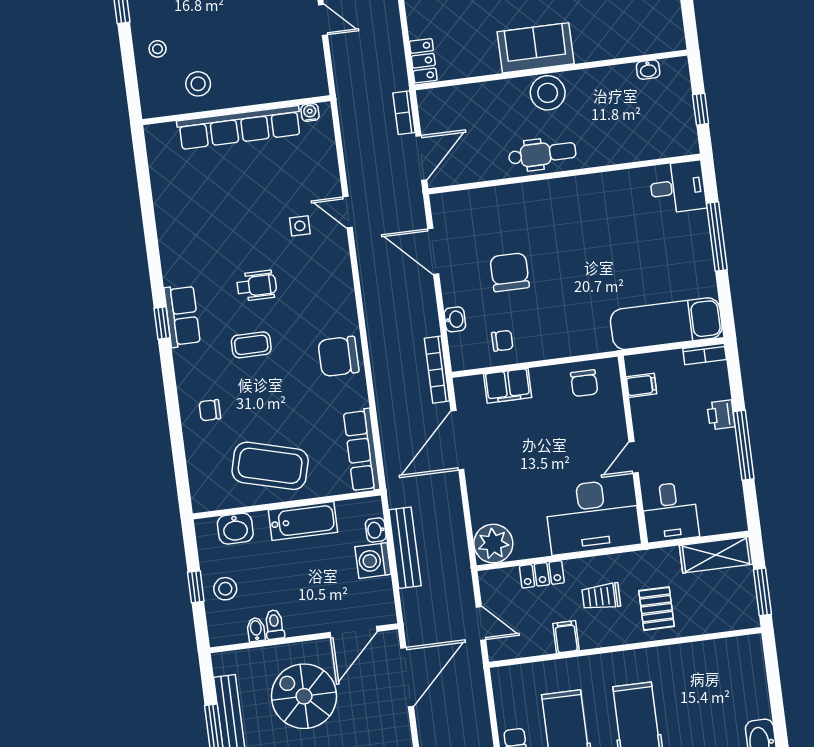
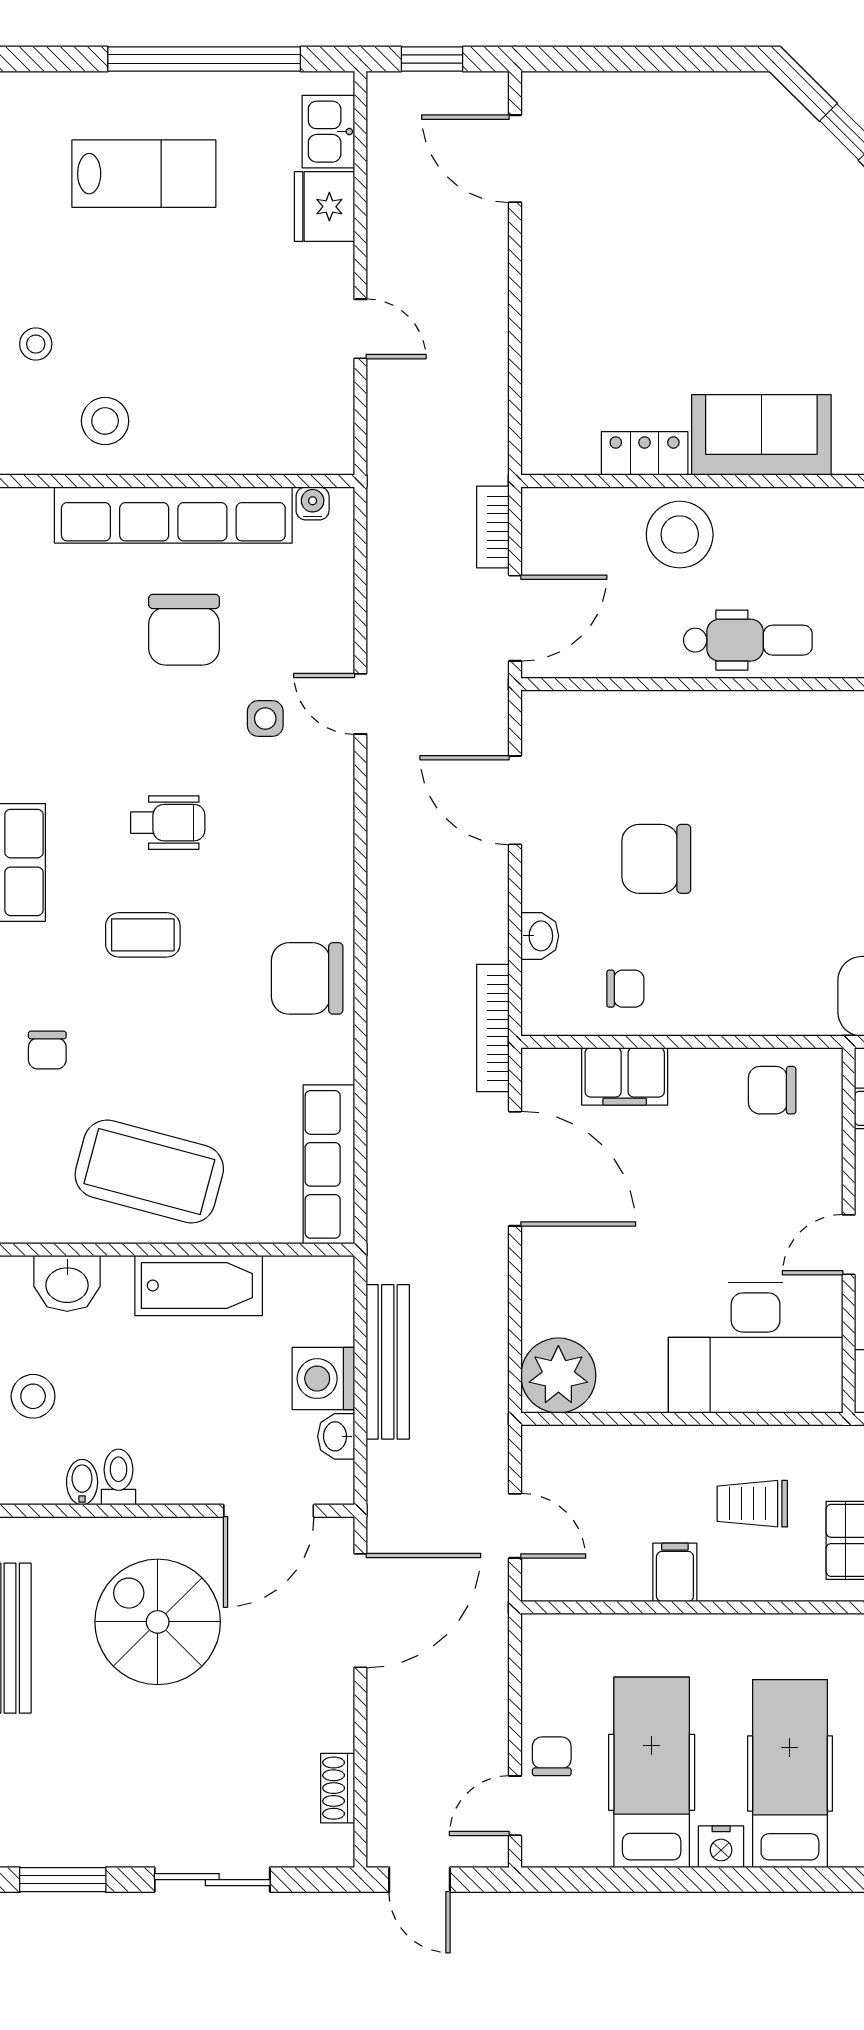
locker: (423, 61) -> (645, 453), moved, turned -90
stool: (548, 93) -> (680, 535), moved
chair: (252, 186) -> (184, 630), added
chair: (510, 272) -> (656, 859), turned -90
chair: (584, 383) -> (772, 1090), turned 90
chair: (210, 410) -> (47, 1050), turned -90
door: (457, 440) -> (515, 1169), swing flipped
washbasin: (376, 530) -> (336, 1436), moved
locker: (542, 574) -> (644, 1447), removed

